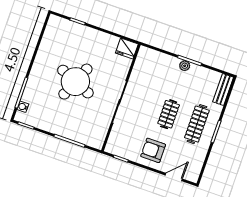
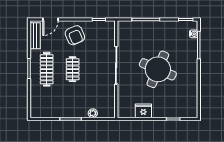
fridge: (127, 48) -> (143, 111), moved
plant: (185, 66) -> (93, 113), moved
bench: (223, 90) -> (35, 36), moved
armchair: (153, 150) -> (75, 35), turned 67

